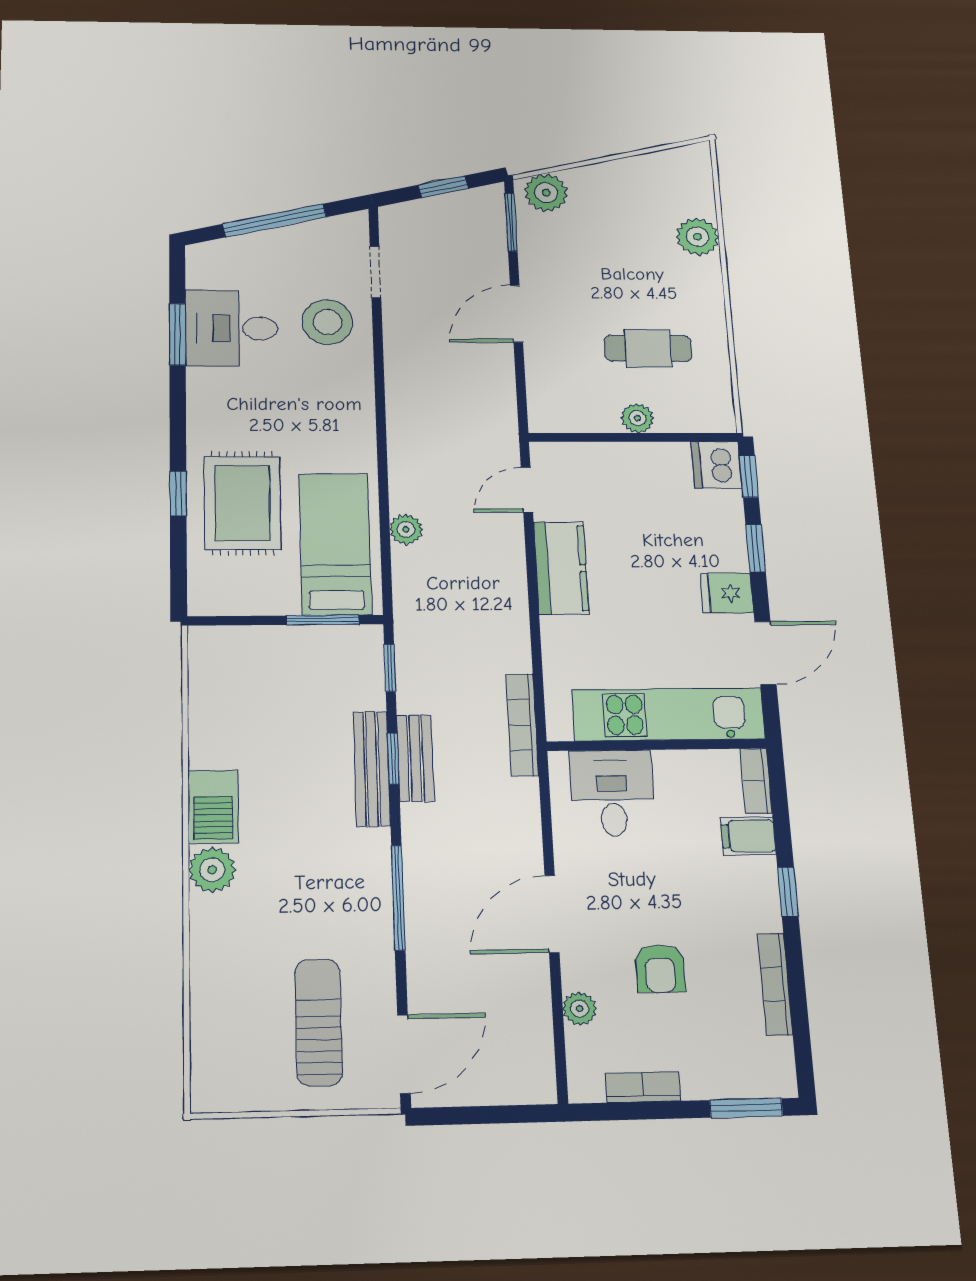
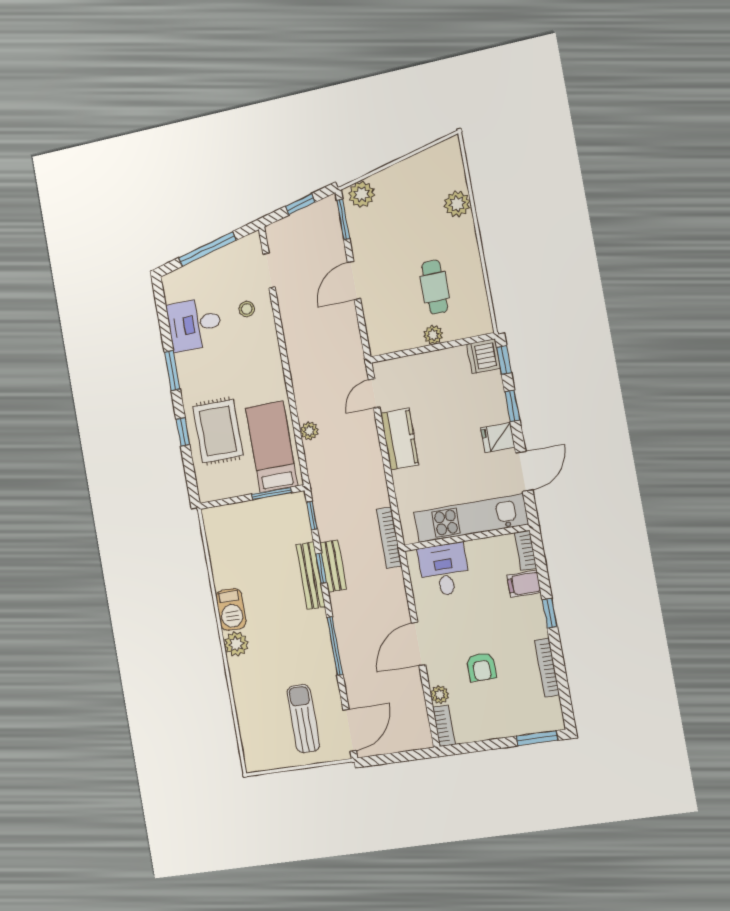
stool: (327, 322) -> (247, 309), width x0.53, depth x0.53
window: (178, 334) -> (172, 371), moved
cafe table: (648, 348) -> (435, 287), turned 90
bookcase: (643, 1087) -> (444, 726), moved, turned 90

